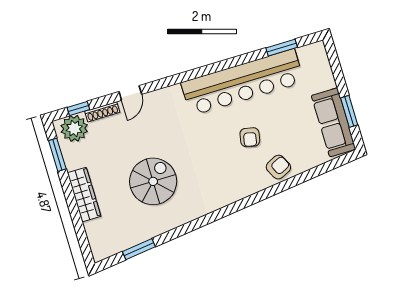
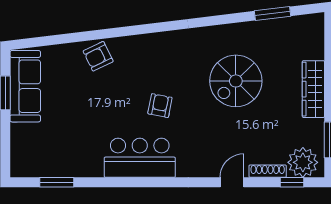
bar counter: (242, 82) -> (140, 158), width x0.54
armchair: (250, 137) -> (160, 106), moved

